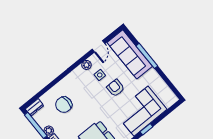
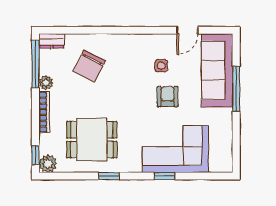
plant: (86, 65) -> (155, 41), removed
chair: (64, 105) -> (89, 66), turned -63

